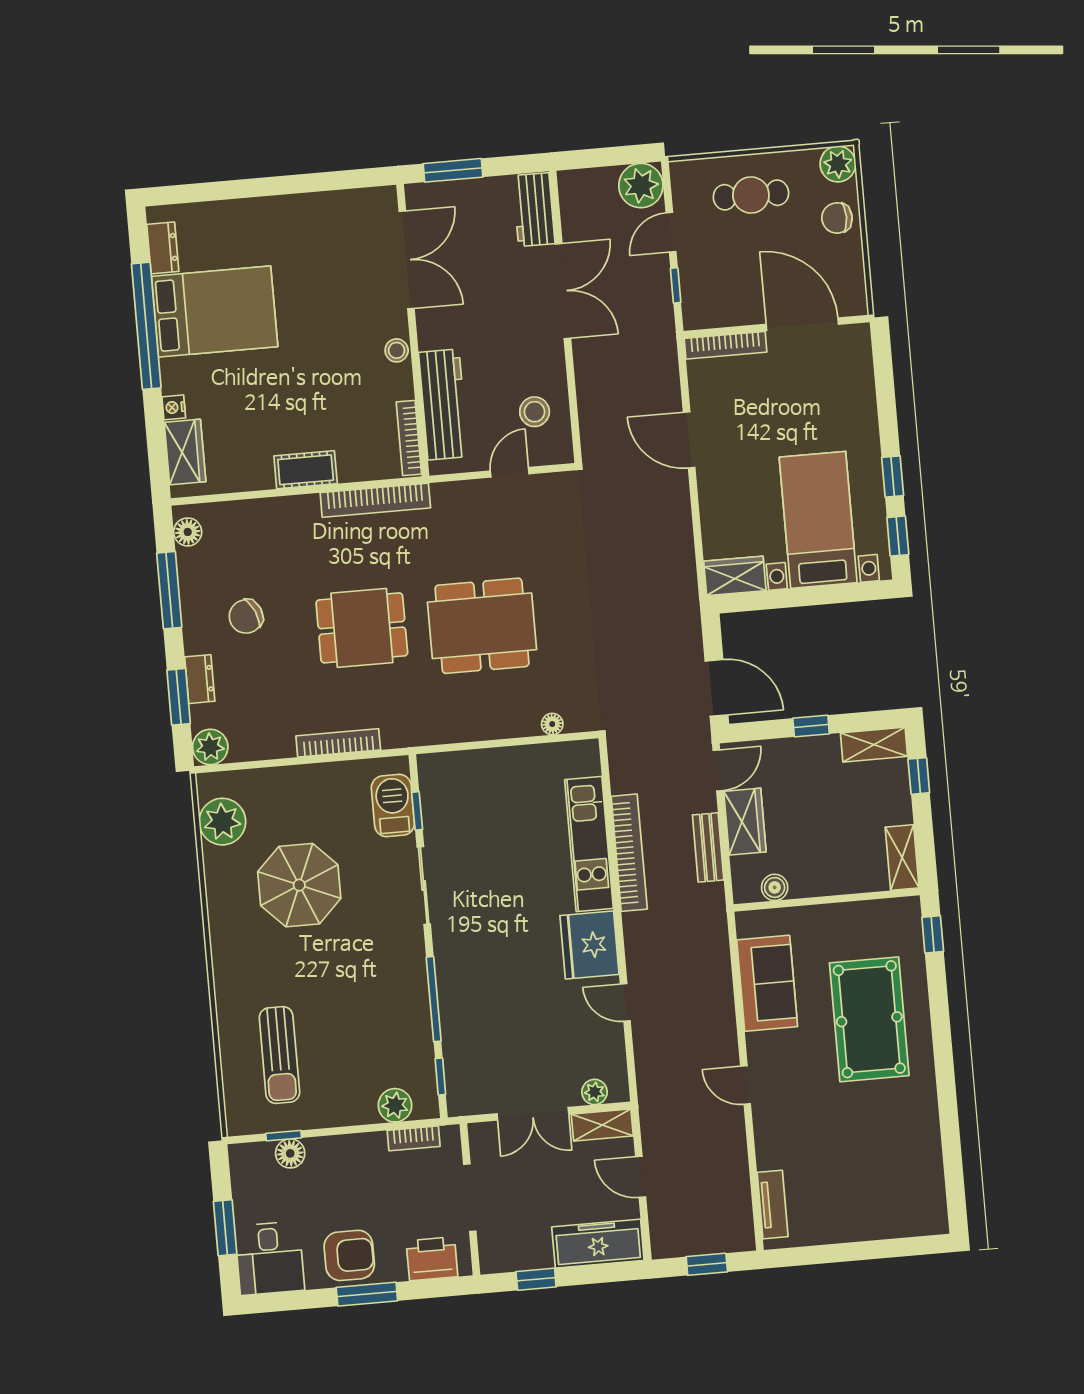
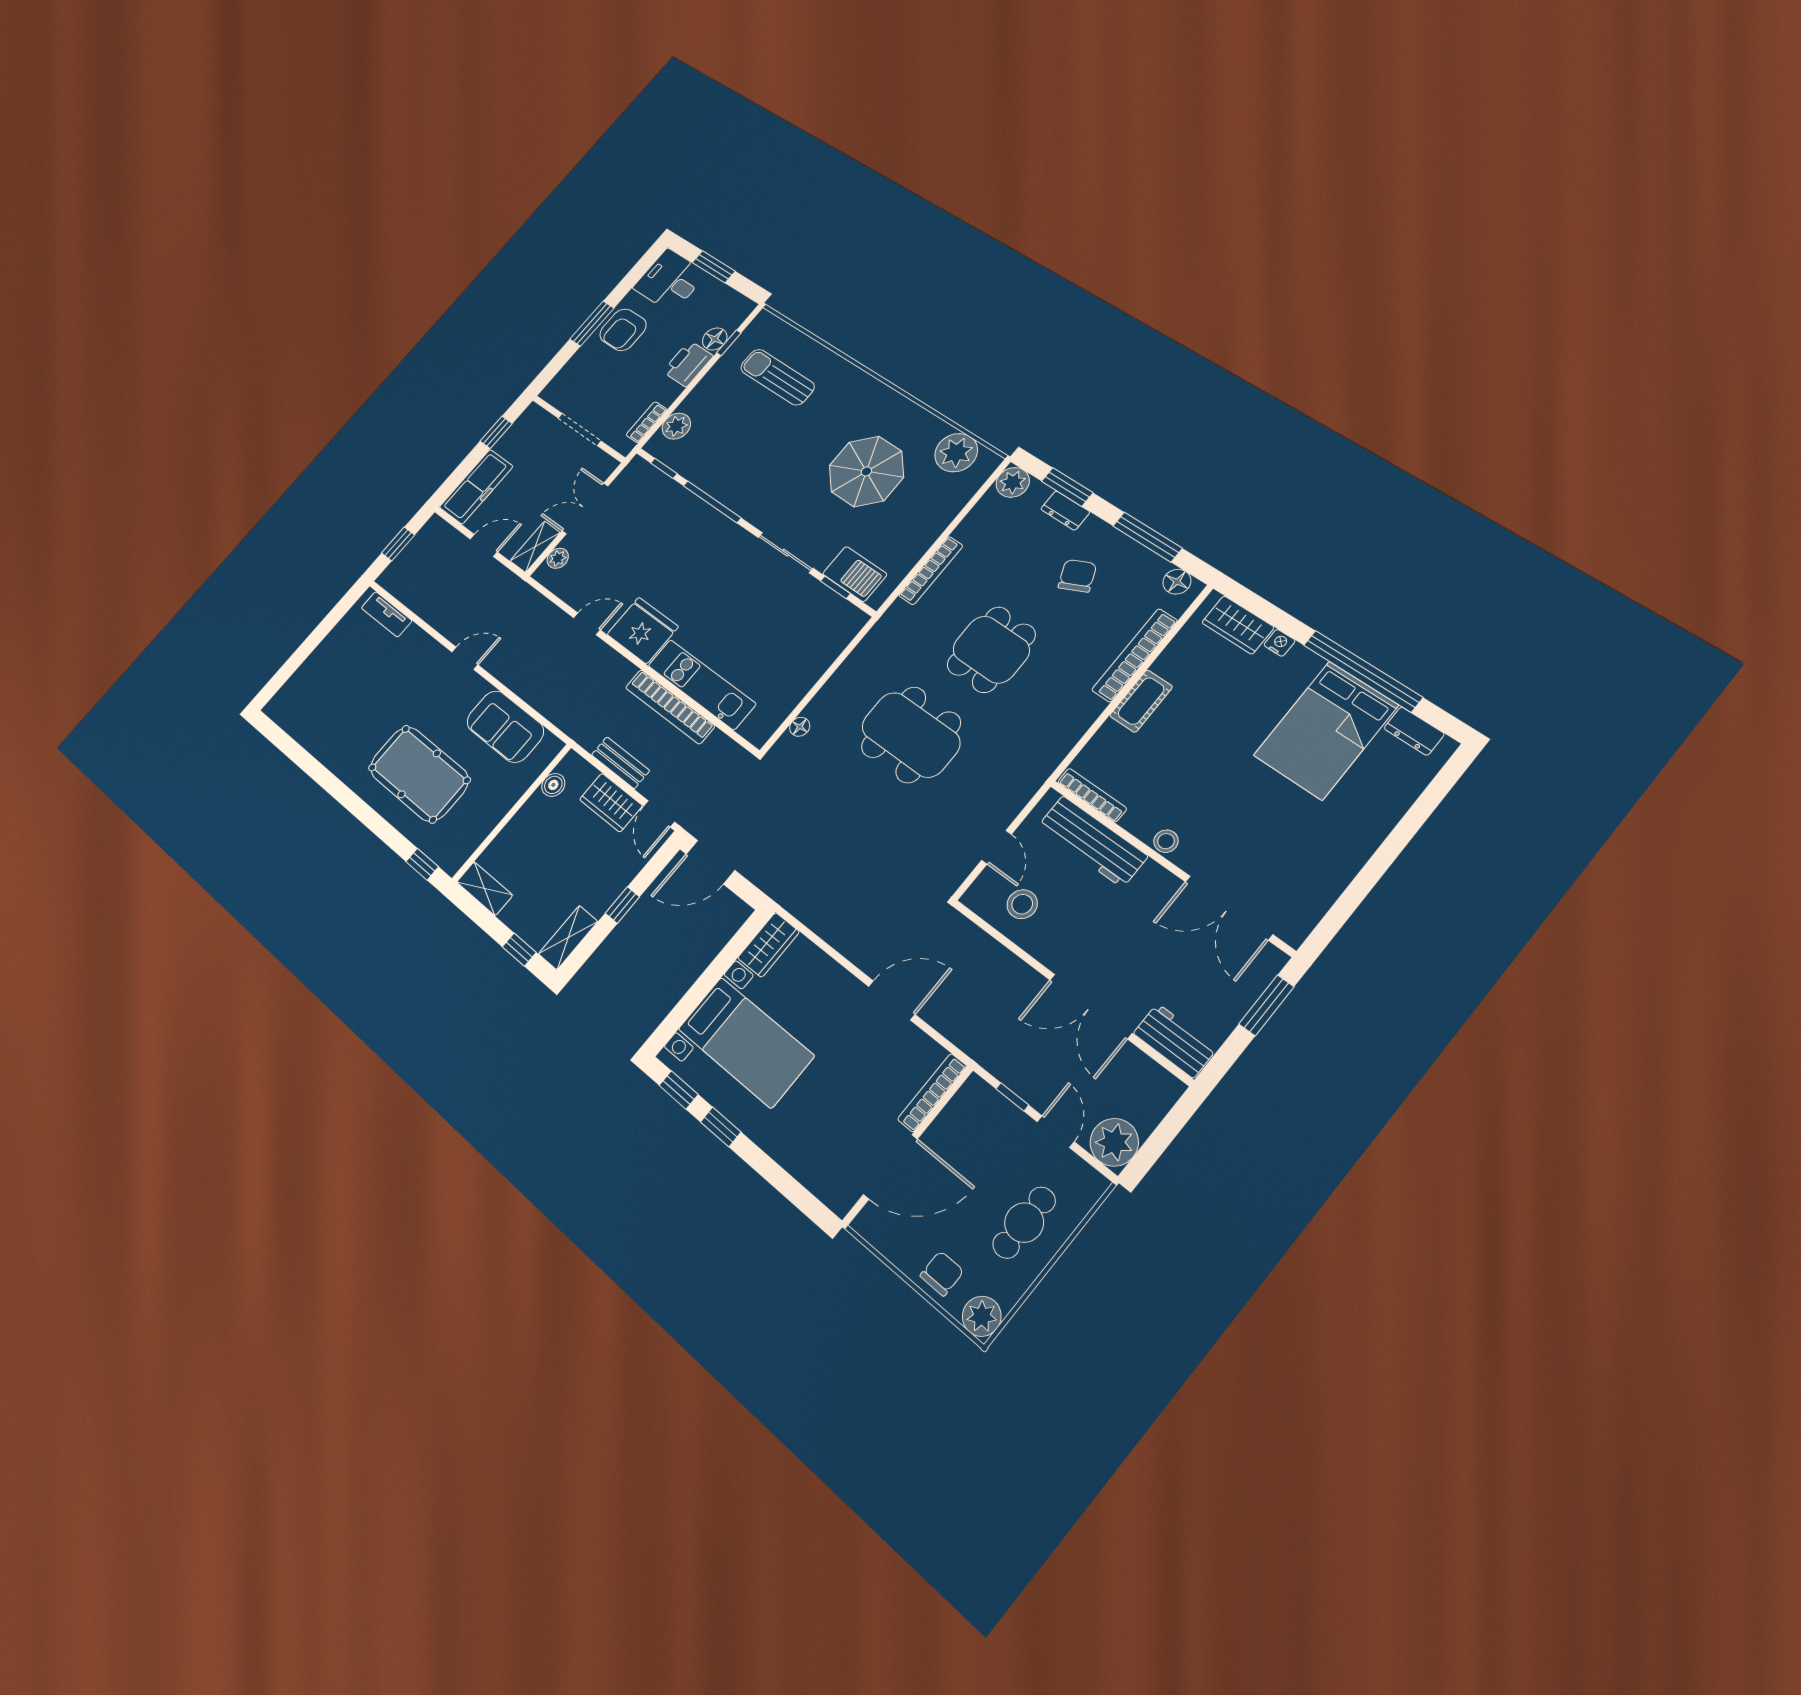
bookcase: (375, 500) -> (1135, 655), moved
dining table: (482, 626) -> (911, 735), turned 90
printer: (432, 1259) -> (688, 364), moved, turned 180

